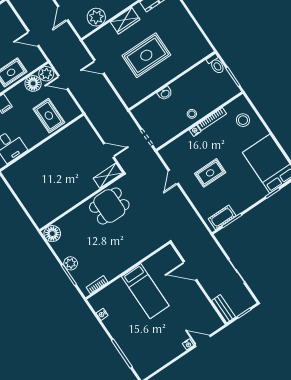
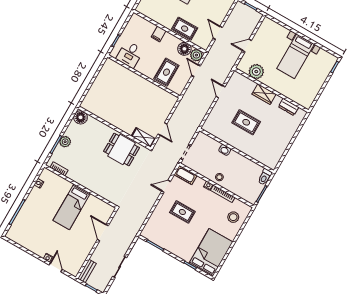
rug: (146, 55) -> (246, 122), width x0.73, depth x0.70
cot: (222, 217) -> (185, 175), moved

